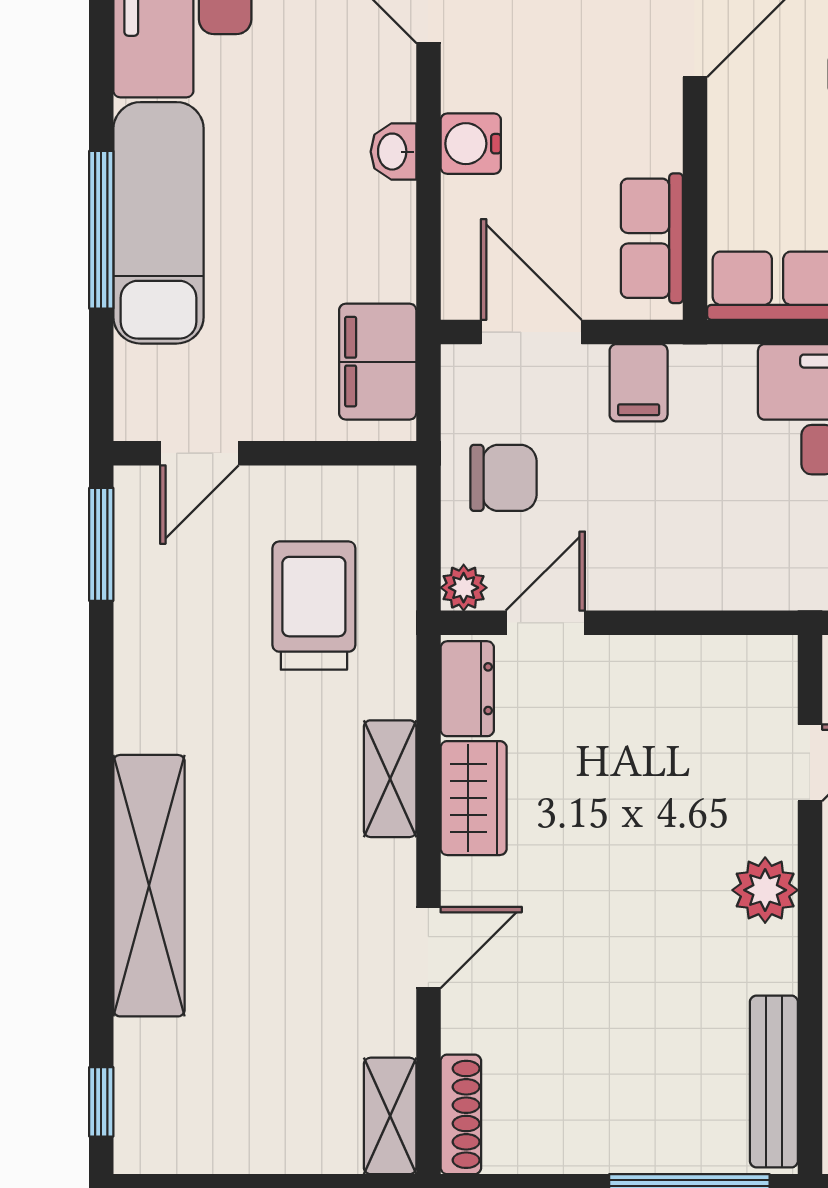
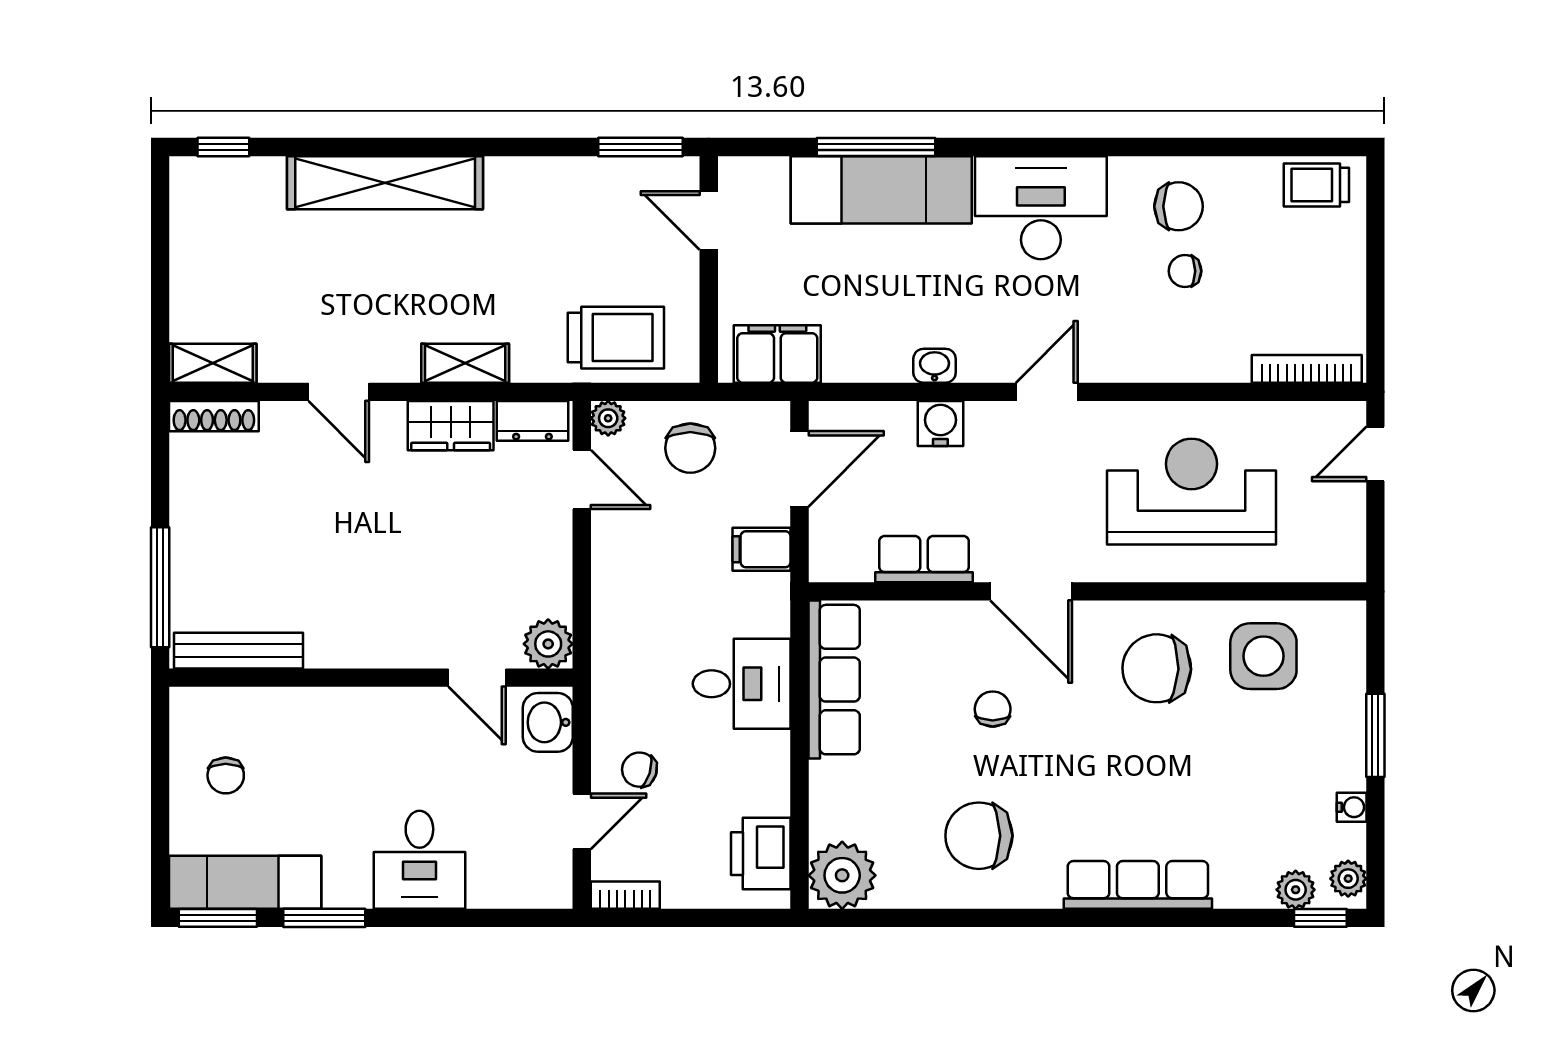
row of seats: (652, 238) -> (924, 559), moved
trolley: (314, 606) -> (616, 338), moved
plant: (765, 890) -> (548, 644), moved

